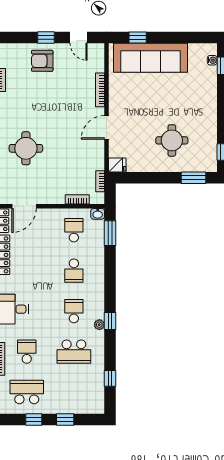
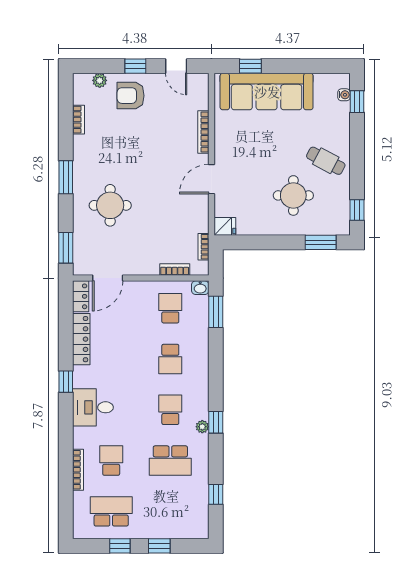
plant: (18, 49) -> (100, 80), added
cafe table: (198, 113) -> (326, 161), added

